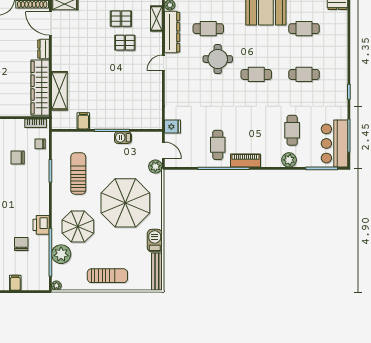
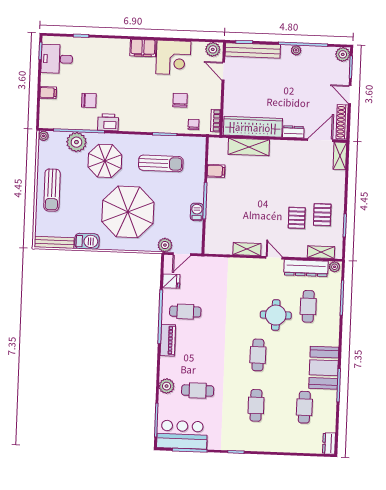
shelving: (156, 89) -> (247, 249), added
fridge: (173, 127) -> (171, 281), moved, turned -90

